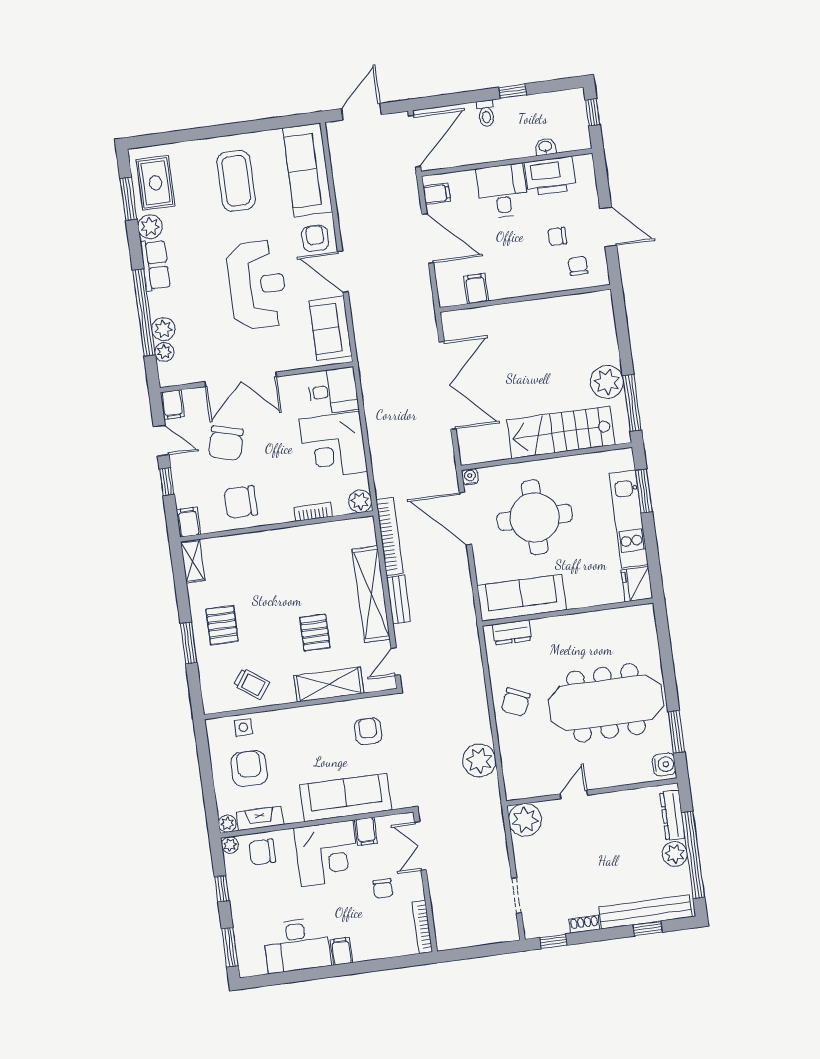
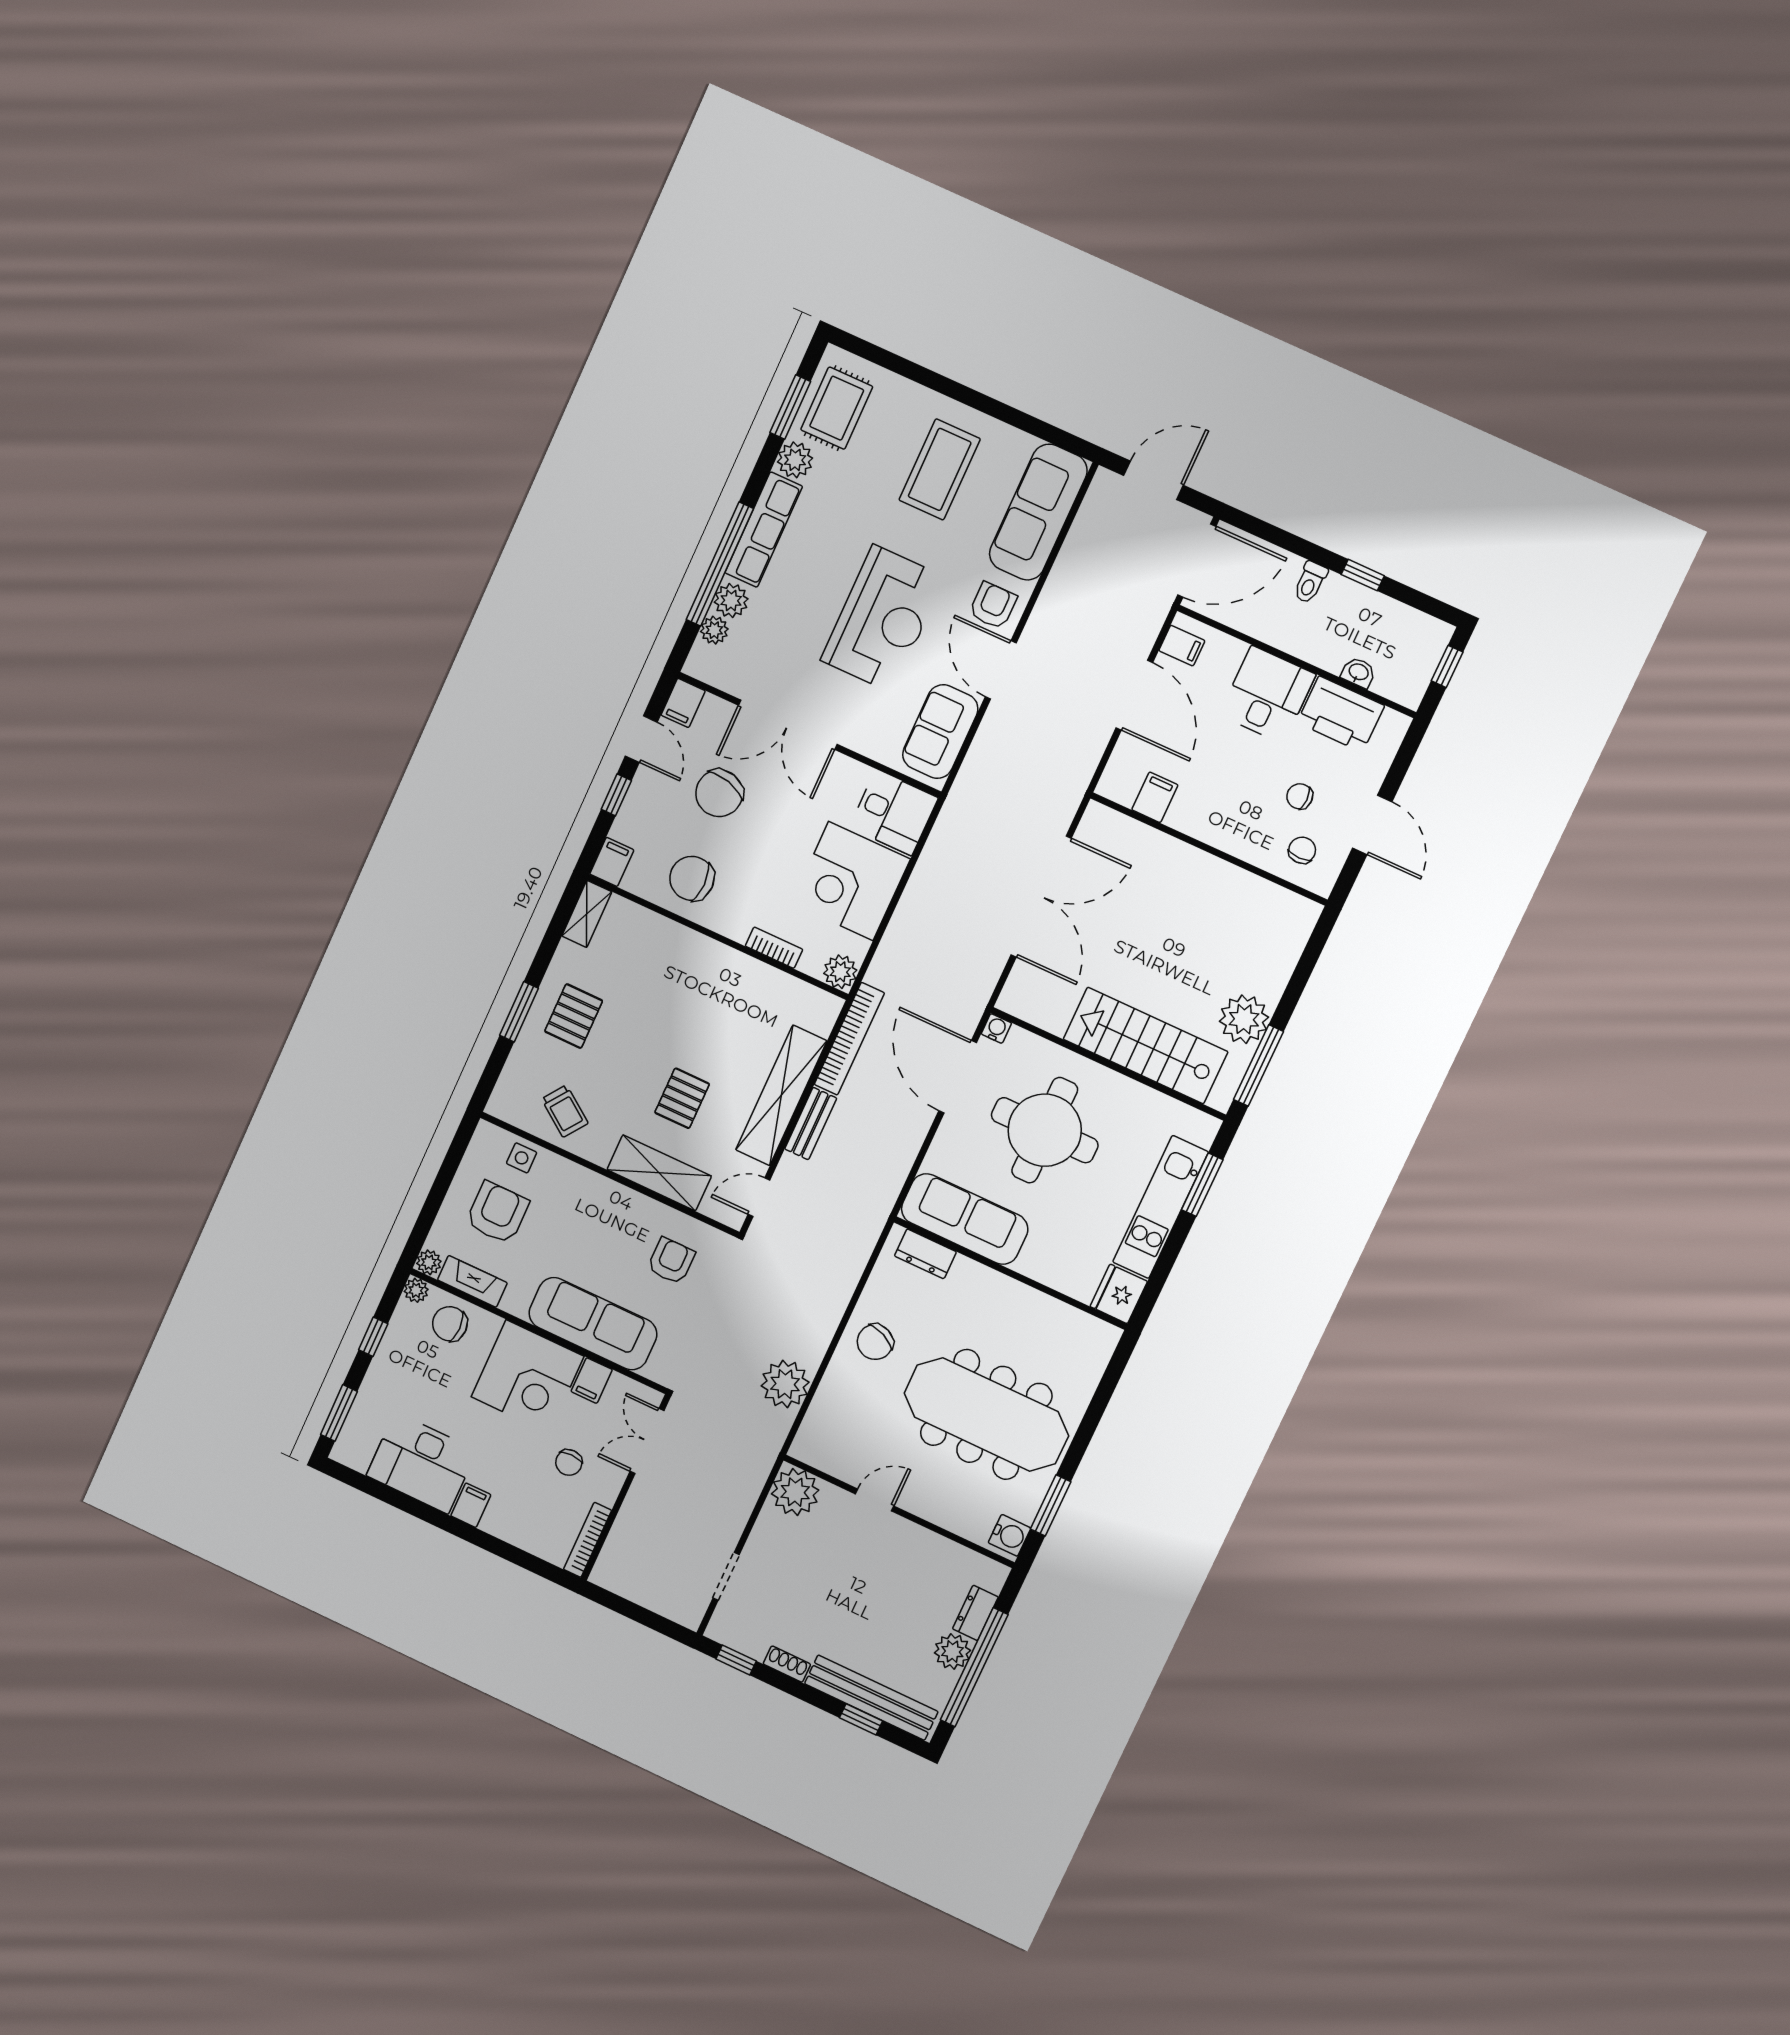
row of seats: (155, 265) -> (764, 530), width x1.48
dresser: (672, 815) -> (975, 1613), width x0.70

